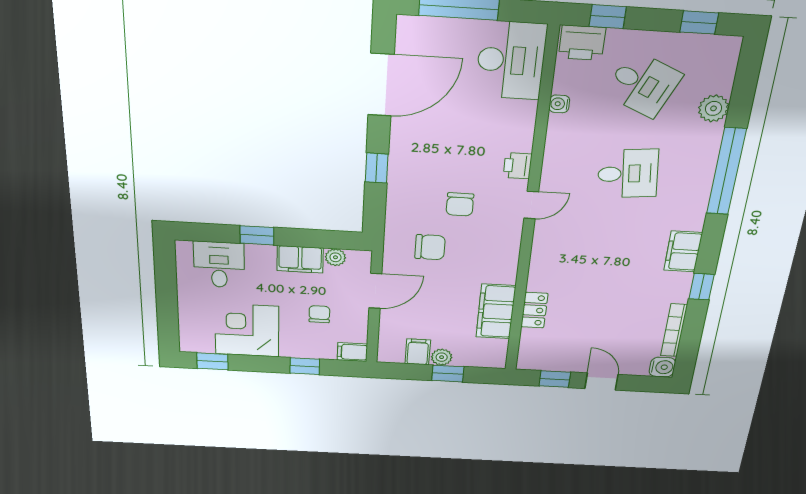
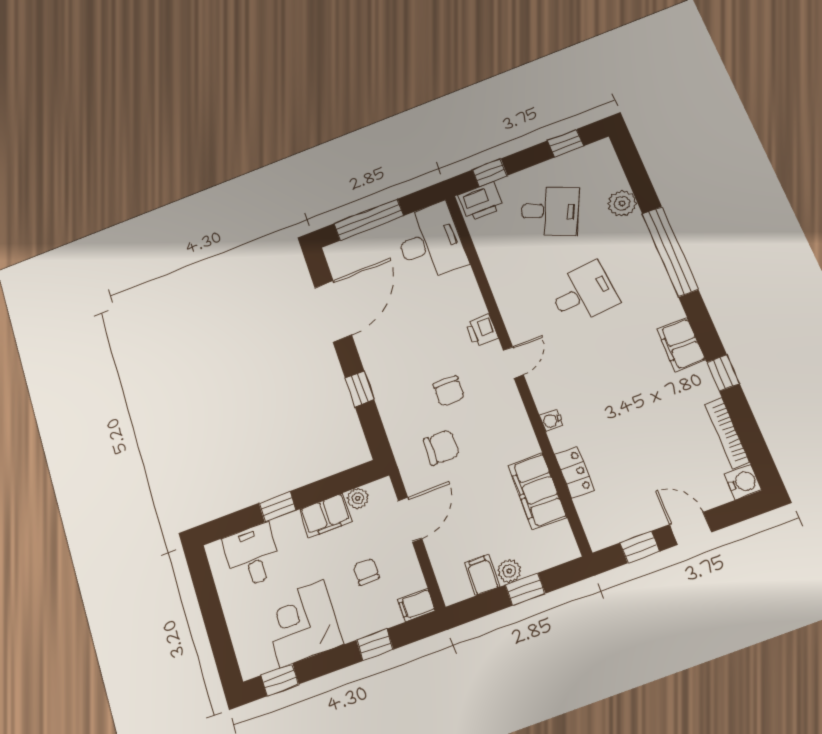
water cooler: (559, 104) -> (551, 420), moved

